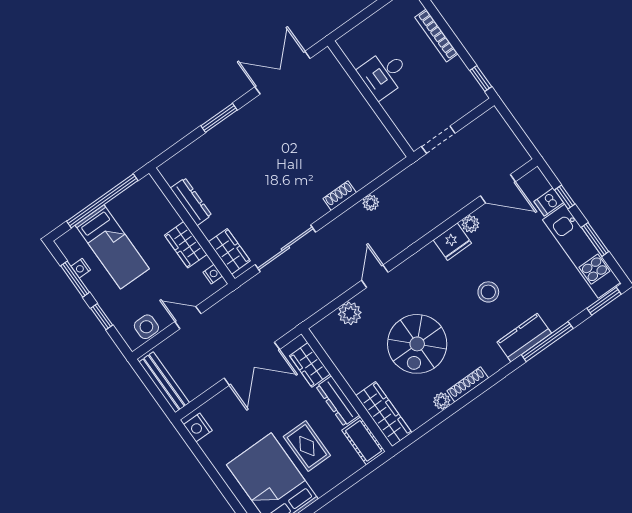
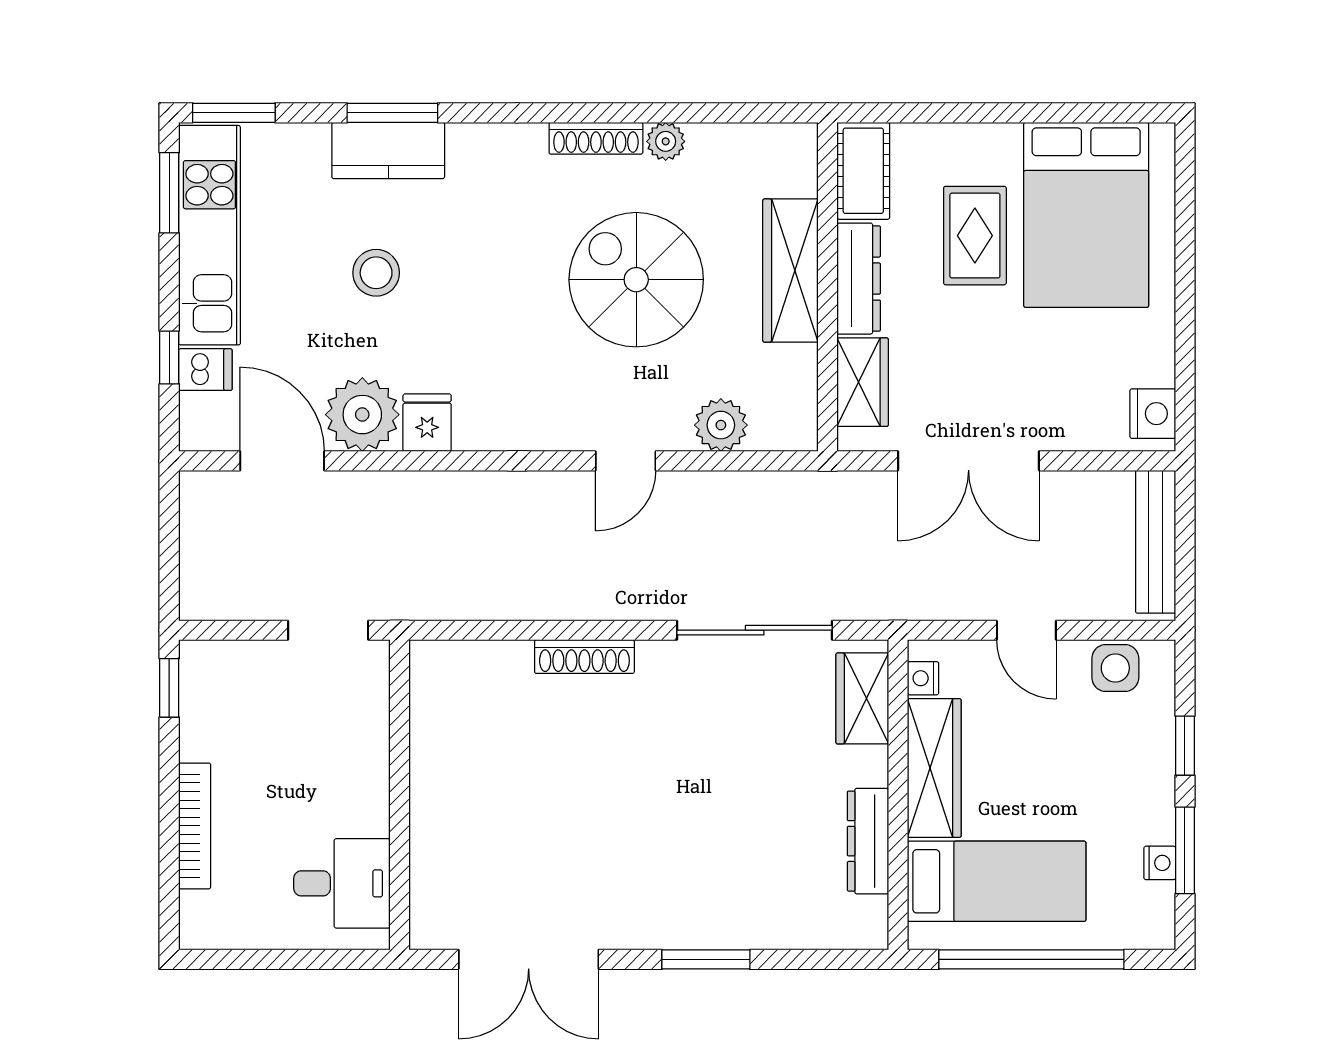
desk: (384, 74) -> (342, 883), moved
shoe rack: (340, 196) -> (584, 657), width x1.43
plant: (371, 203) -> (536, 602), removed
plant: (470, 224) -> (362, 415), width x1.88, depth x1.88
window: (595, 239) -> (169, 193), moved
fridge: (452, 242) -> (427, 423), width x0.72
wardrobe: (186, 245) -> (934, 768), width x1.50
bed: (112, 247) -> (997, 881), moved, turned 90
stool: (488, 292) -> (376, 273), moved
kitchen counter: (524, 338) -> (388, 150), moved
window: (547, 342) -> (392, 113), width x0.69
spiral stairs: (417, 344) -> (636, 280), turned -90
double door: (252, 364) -> (969, 461), swing flipped
wardrobe: (384, 414) -> (790, 271), moved

